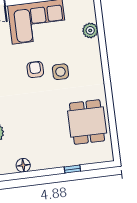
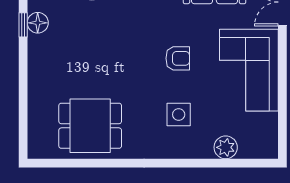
side table: (60, 72) -> (179, 114), moved
window: (72, 169) -> (23, 25), moved

